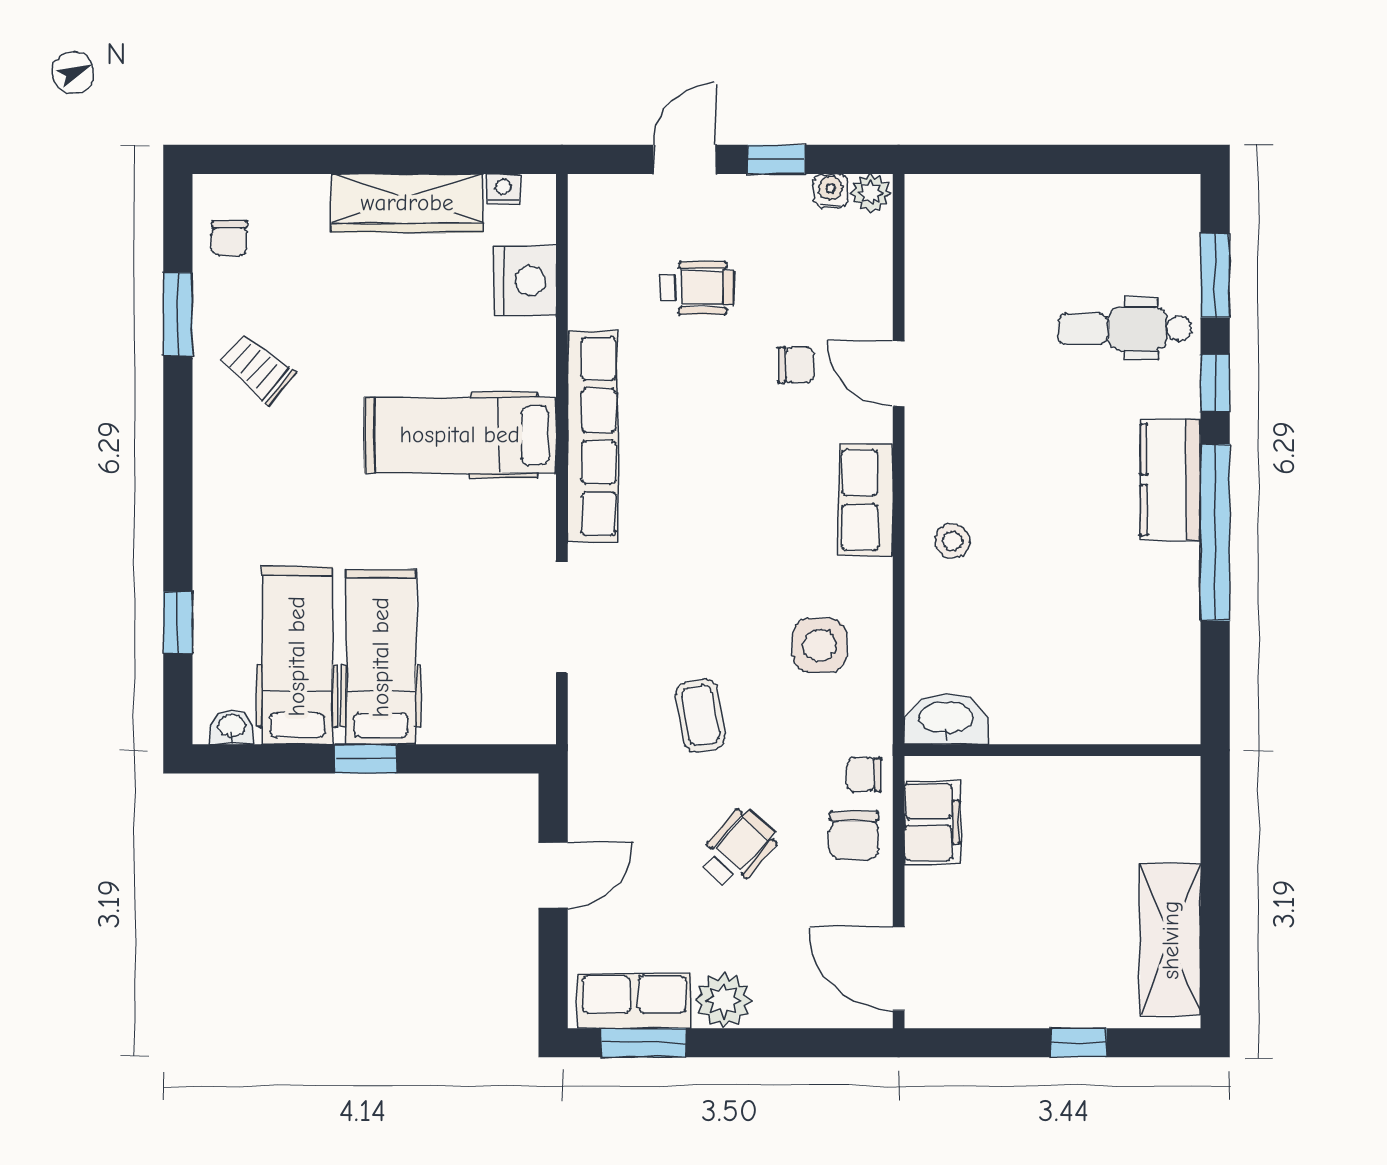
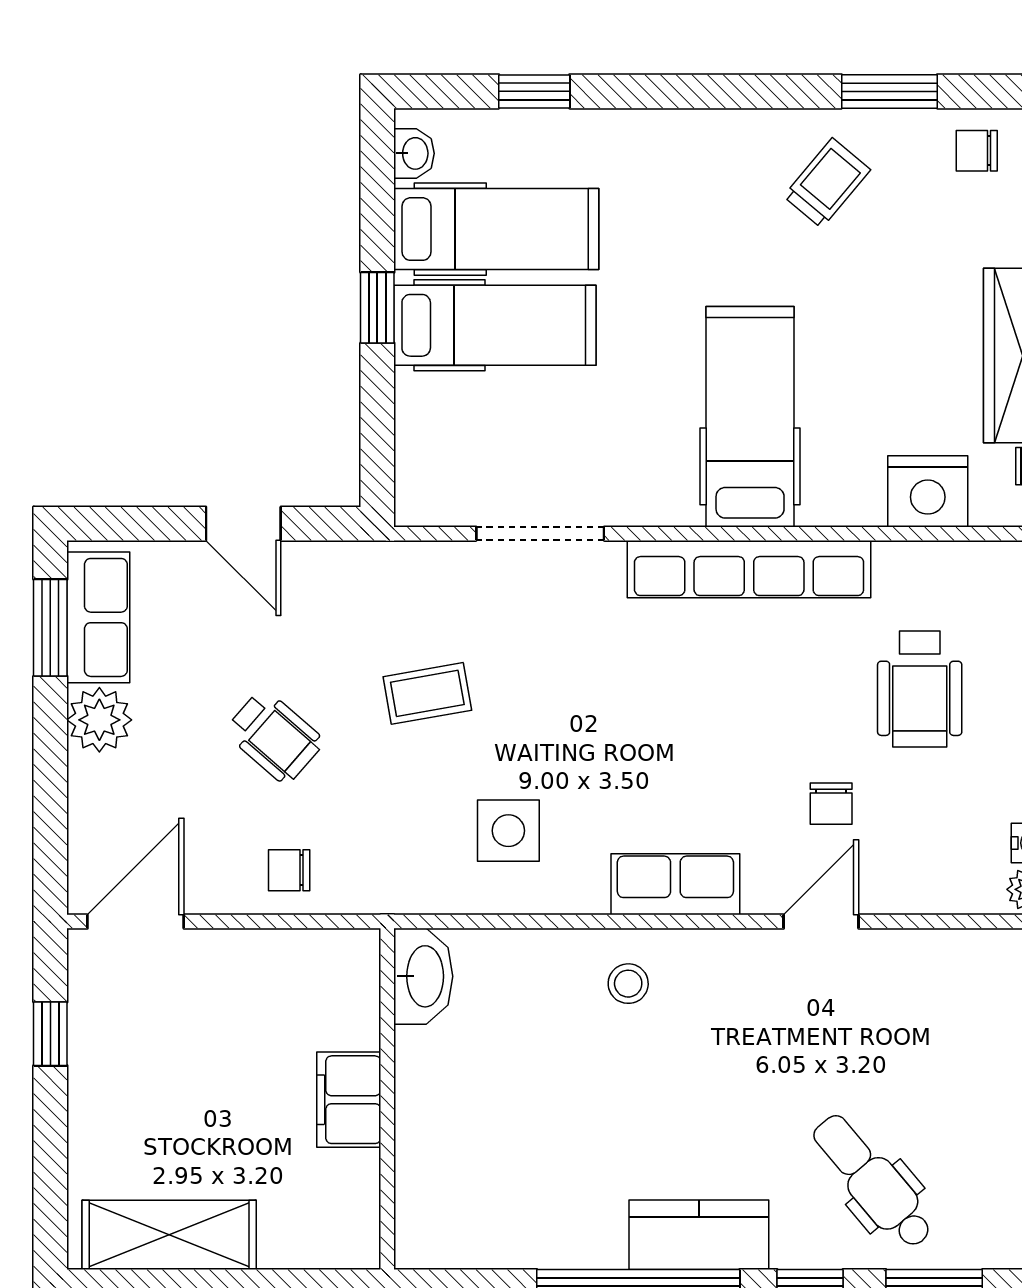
wheelchair: (697, 288) -> (920, 689), width x1.36, depth x1.37
dental chair: (1124, 329) -> (873, 1182), turned -40
chair: (864, 775) -> (359, 882), removed
filing cabinet: (932, 822) -> (349, 1100), moved, turned 90
chair: (854, 835) -> (289, 870), width x0.73, depth x0.73
window: (1079, 1043) -> (50, 1034), moved

